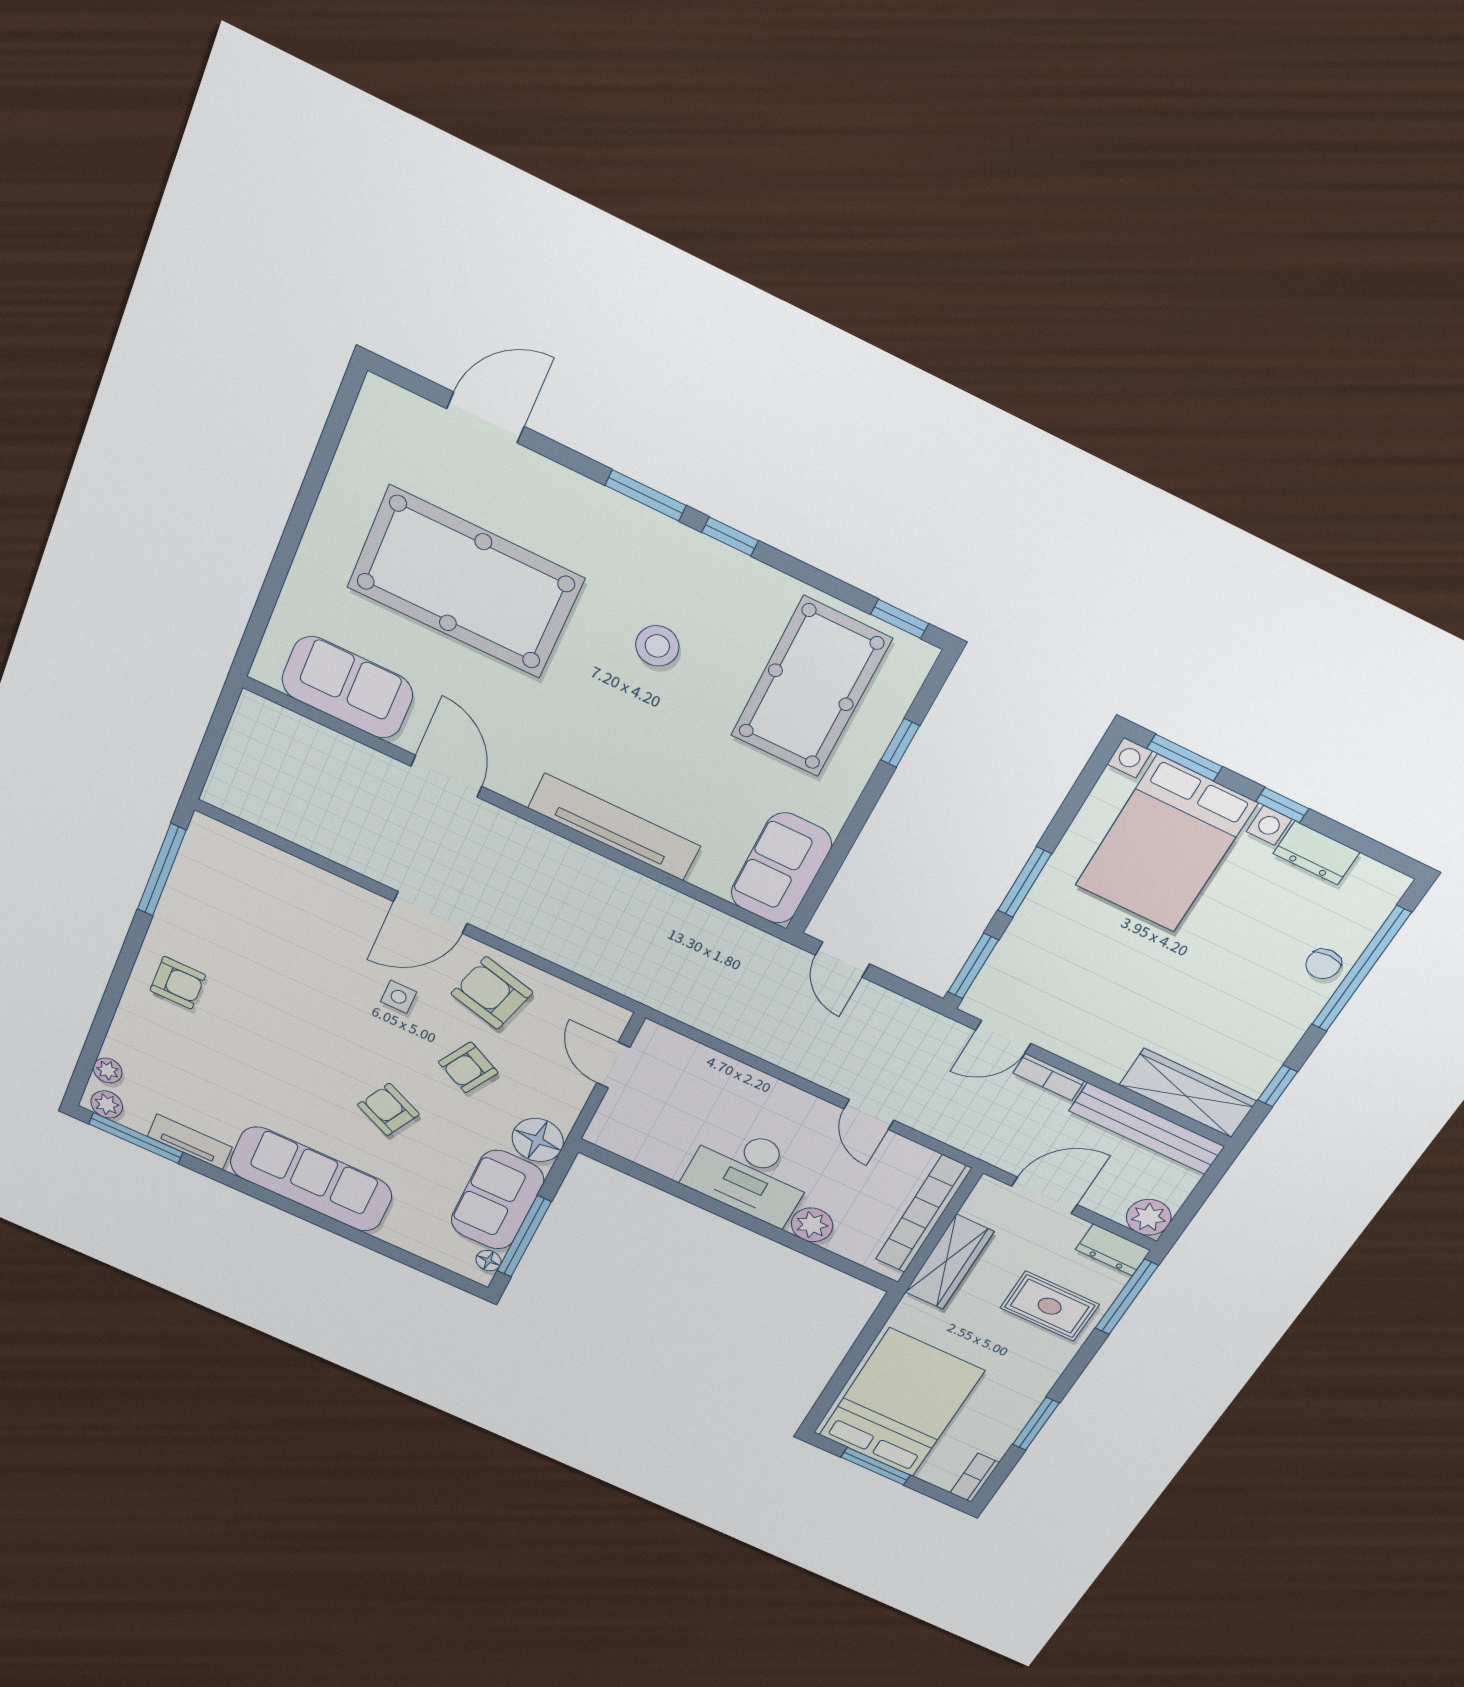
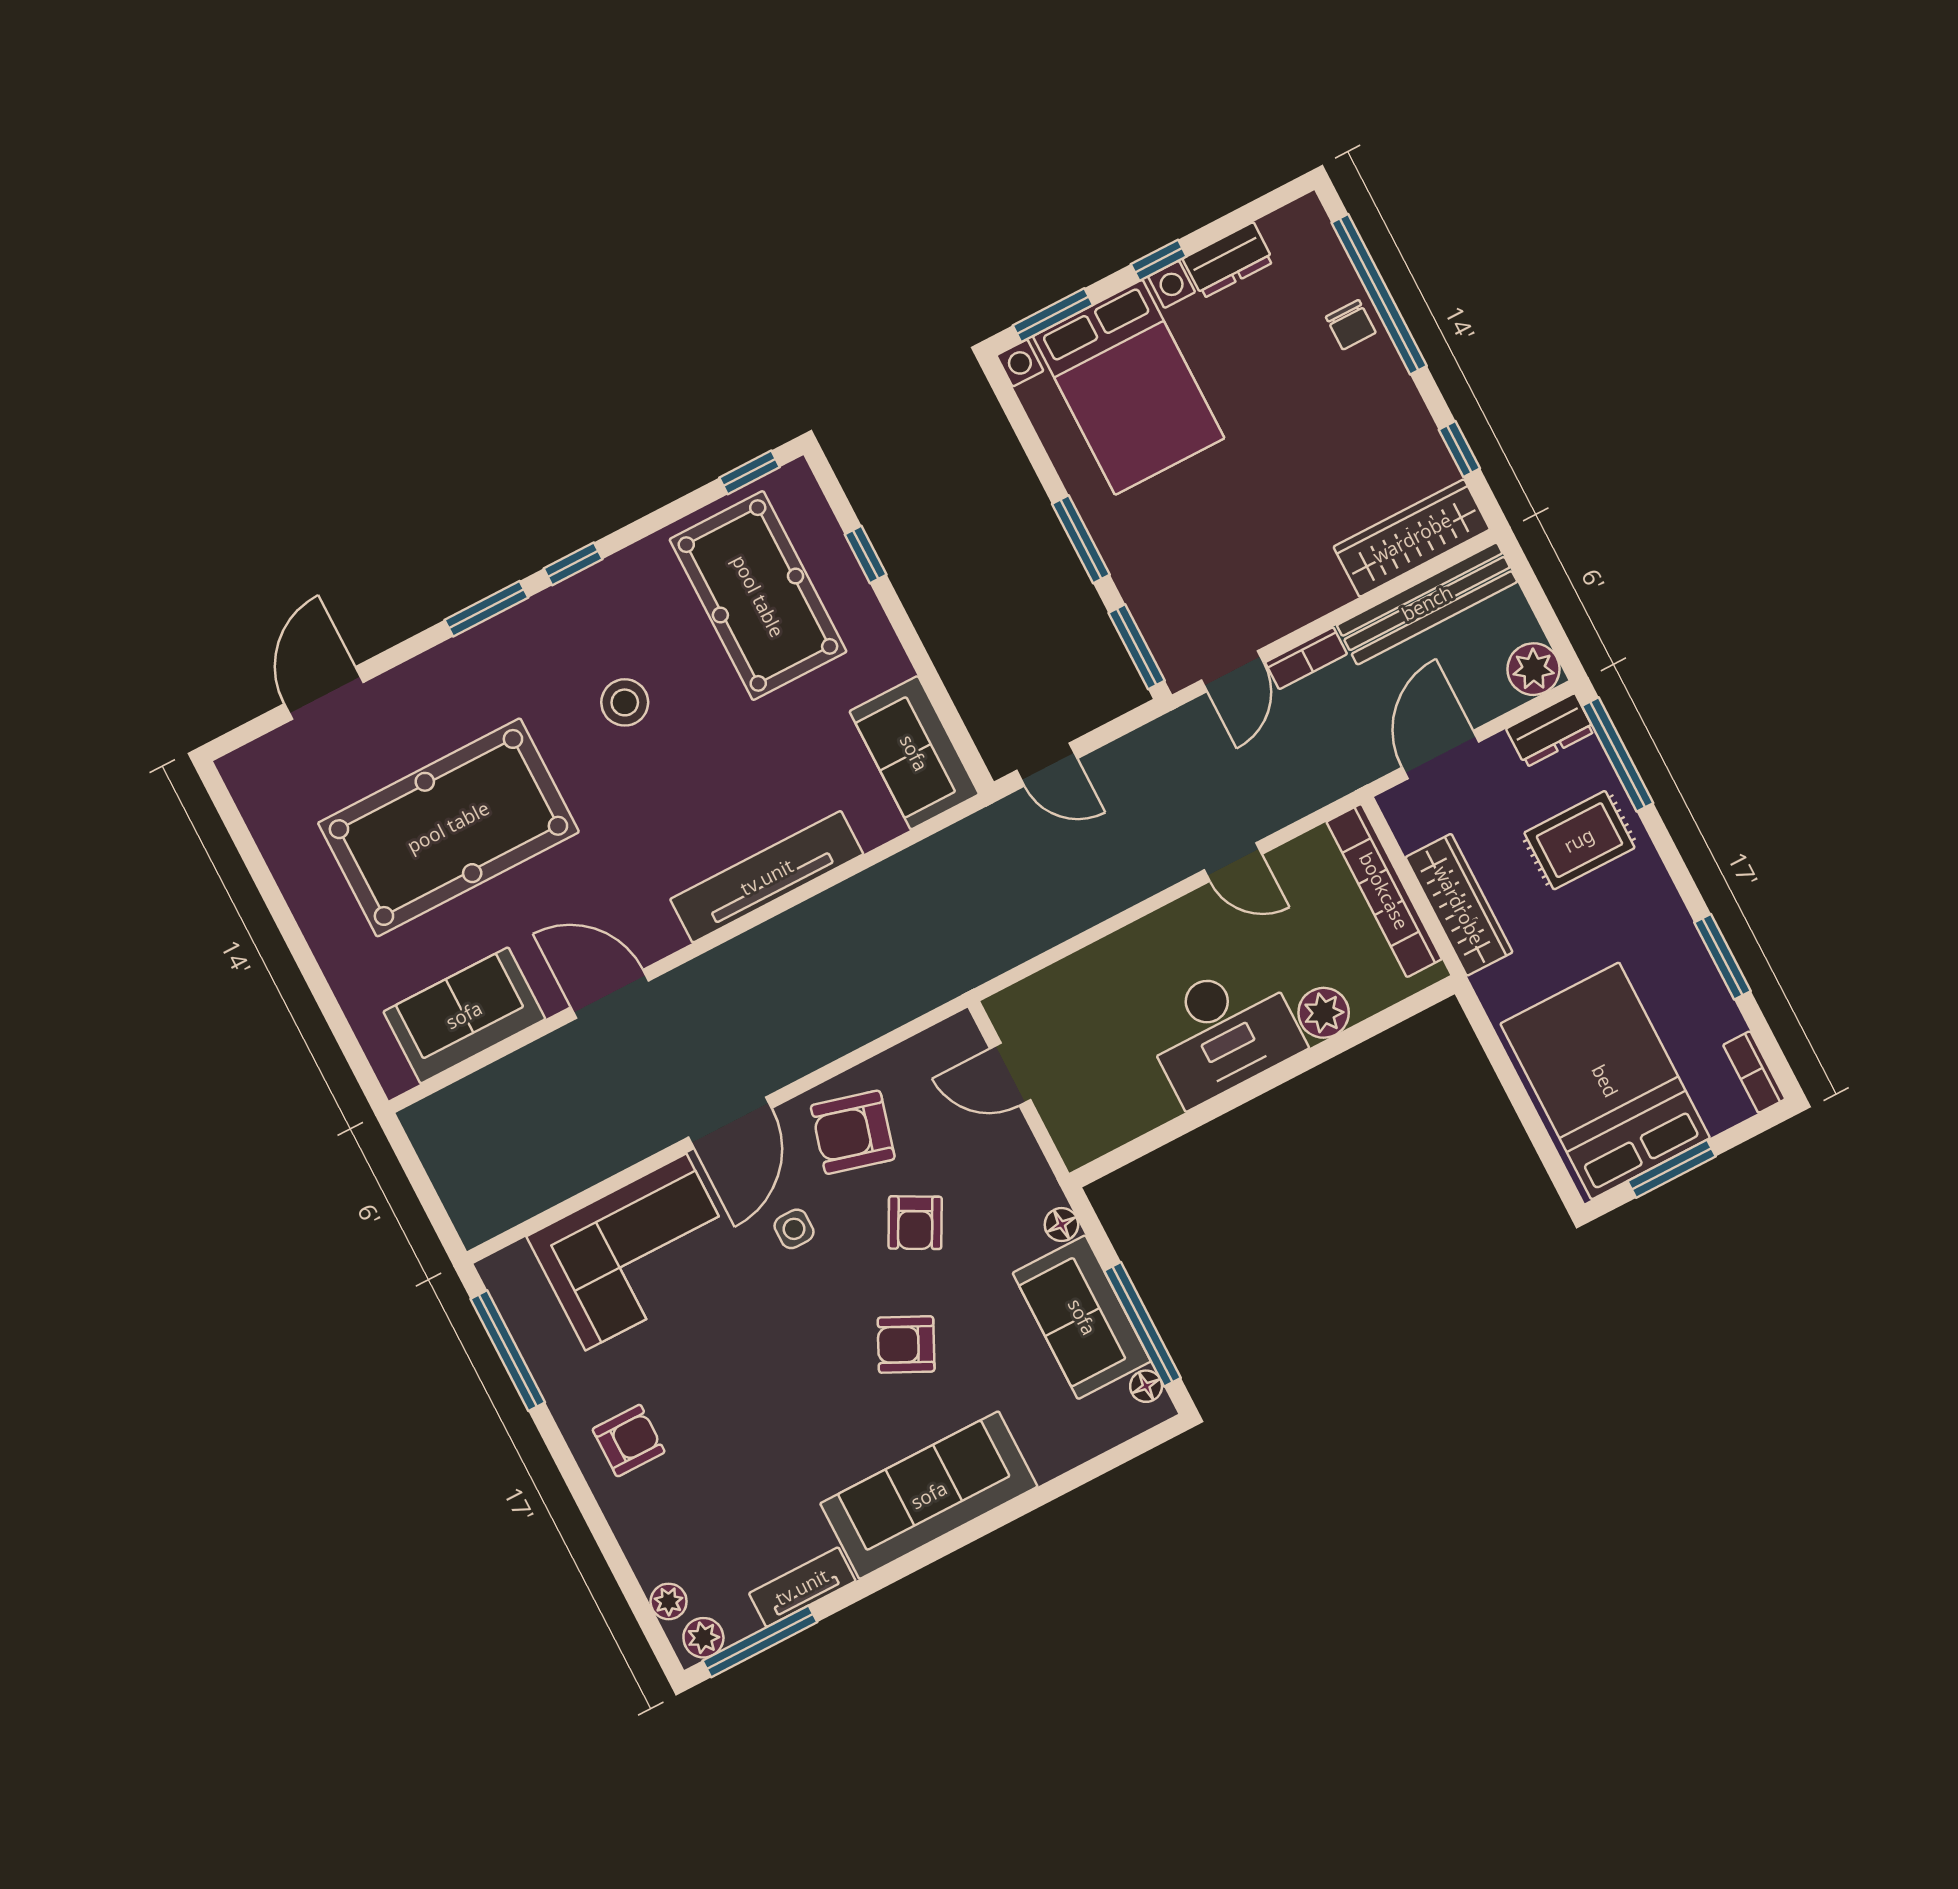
corner sofa: (296, 908) -> (636, 1252), added
floor lamp: (538, 1140) -> (1061, 1225), width x0.53, depth x0.53

